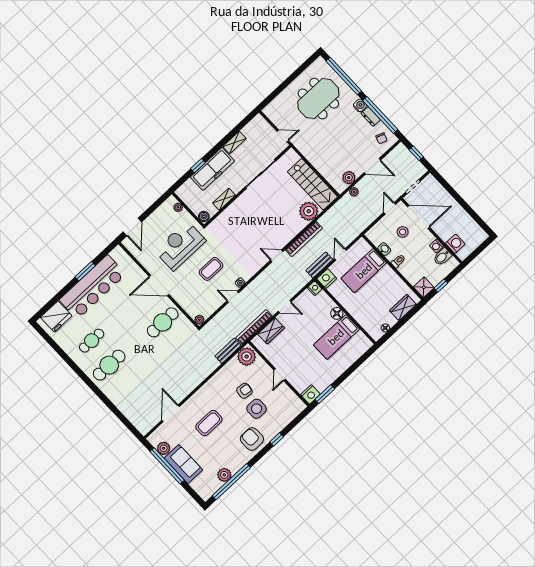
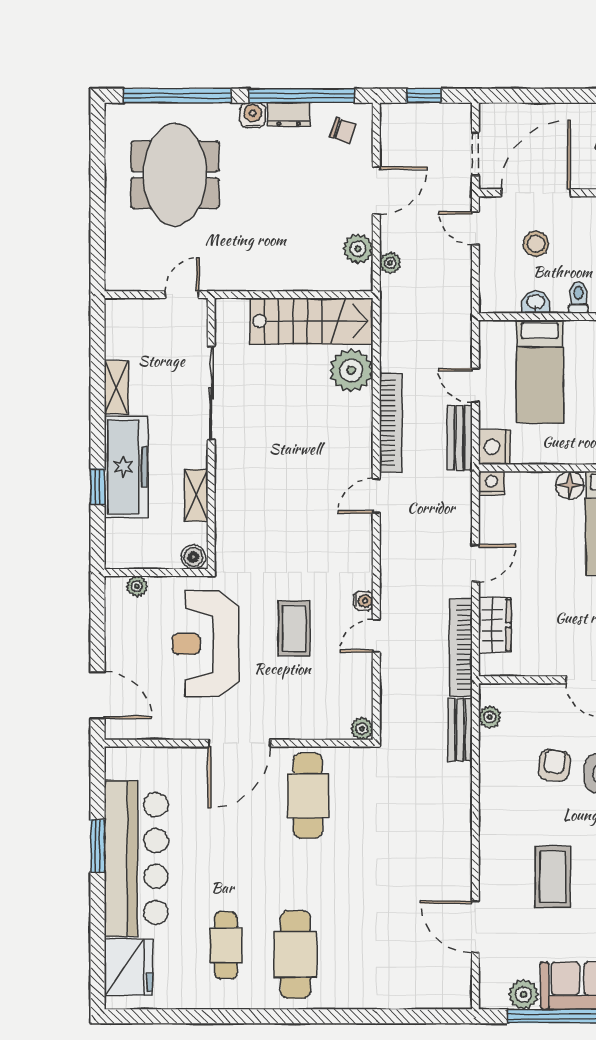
plant: (247, 357) -> (490, 717), width x0.53, depth x0.53

